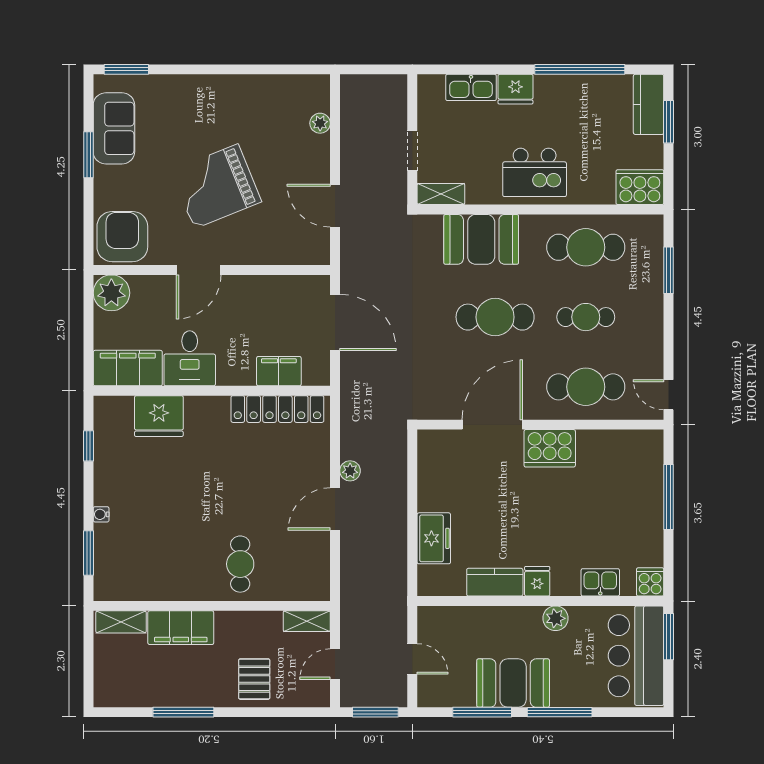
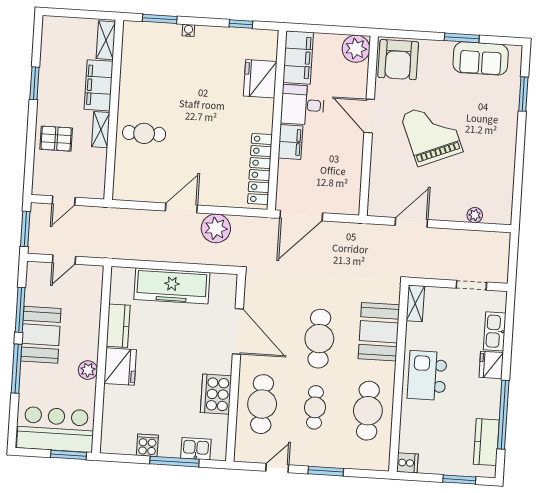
window: (126, 69) -> (523, 94), moved
kitchen counter: (649, 104) -> (486, 442), moved, turned -90
doorway: (412, 151) -> (471, 285), moved
cooker: (640, 187) -> (407, 463), width x0.53, depth x0.76
armchair: (122, 237) -> (398, 60), turned 90
window: (668, 270) -> (326, 471), moved
door: (335, 322) -> (301, 216), moved
filing cabinet: (279, 371) -> (290, 142), moved
door: (668, 395) -> (277, 468), moved
cooker: (550, 448) -> (216, 394), moved
plant: (350, 471) -> (216, 228), width x1.88, depth x1.88
door: (335, 509) -> (181, 208), hinge flipped
freezer: (434, 538) -> (172, 286), width x1.91, depth x1.26
fridge: (537, 581) -> (120, 367), width x1.88, depth x1.34
kitchen sink: (600, 582) -> (196, 449), moved, turned -90
cooker: (650, 582) -> (147, 445), moved, turned -90
shelving: (307, 621) -> (101, 130), moved
door: (335, 664) -> (64, 201), swing flipped
window: (183, 712) -> (34, 83), width x0.69

